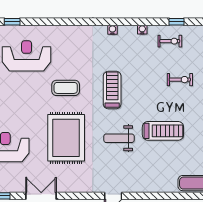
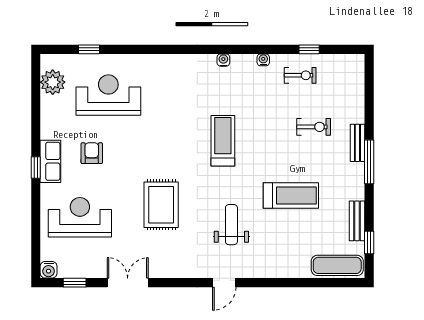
coffee table: (66, 88) -> (161, 138), removed
armchair: (14, 99) -> (92, 153), added
rug: (66, 138) -> (161, 205), width x0.73, depth x0.69
weight bench: (119, 138) -> (231, 225), moved, turned 90

